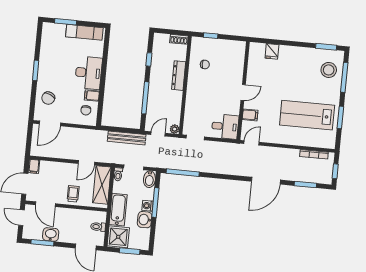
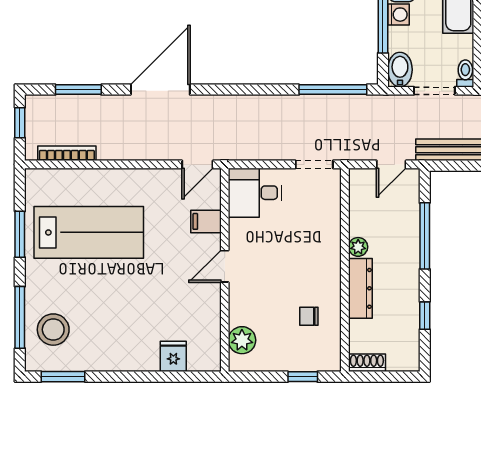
plant: (238, 56) -> (242, 340), added
plant: (175, 129) -> (358, 247), moved

